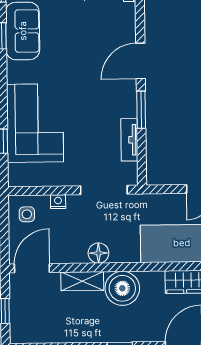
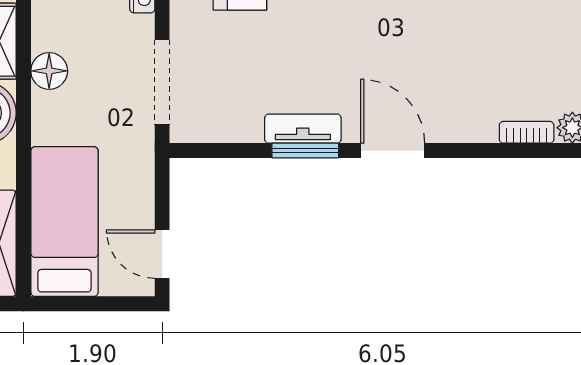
tv unit: (129, 140) -> (303, 129), moved

